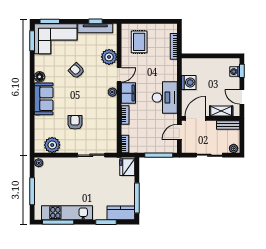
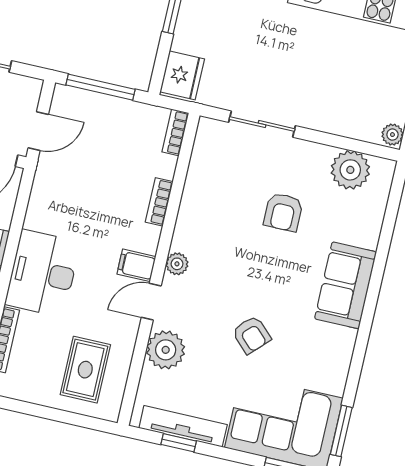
floor lamp: (40, 77) -> (343, 341), removed
filing cabinet: (128, 93) -> (136, 265), width x0.50
desk: (165, 98) -> (43, 273), moved

